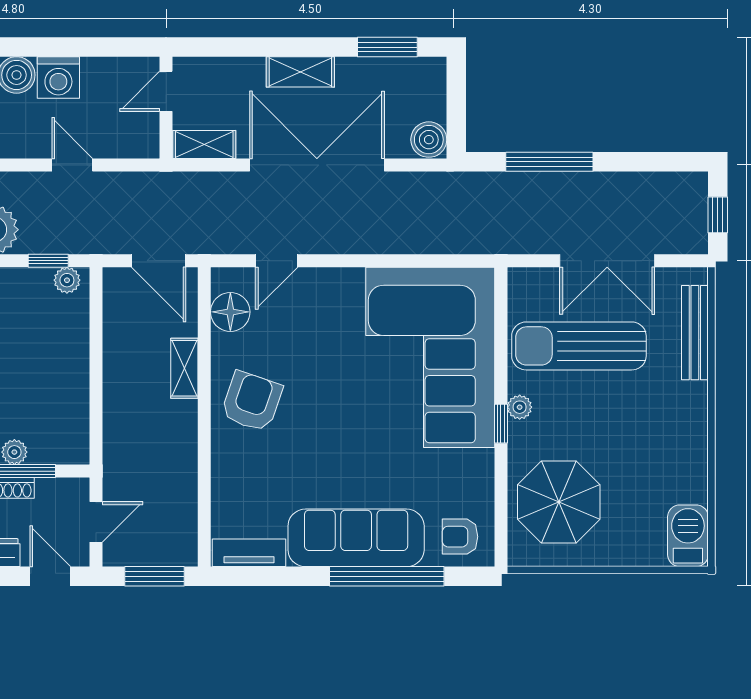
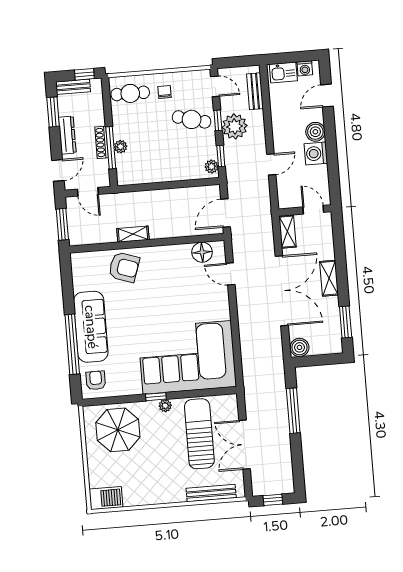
shelving: (184, 368) -> (133, 234), moved
armchair: (252, 401) -> (124, 267), moved
tv unit: (249, 553) -> (78, 272), removed

